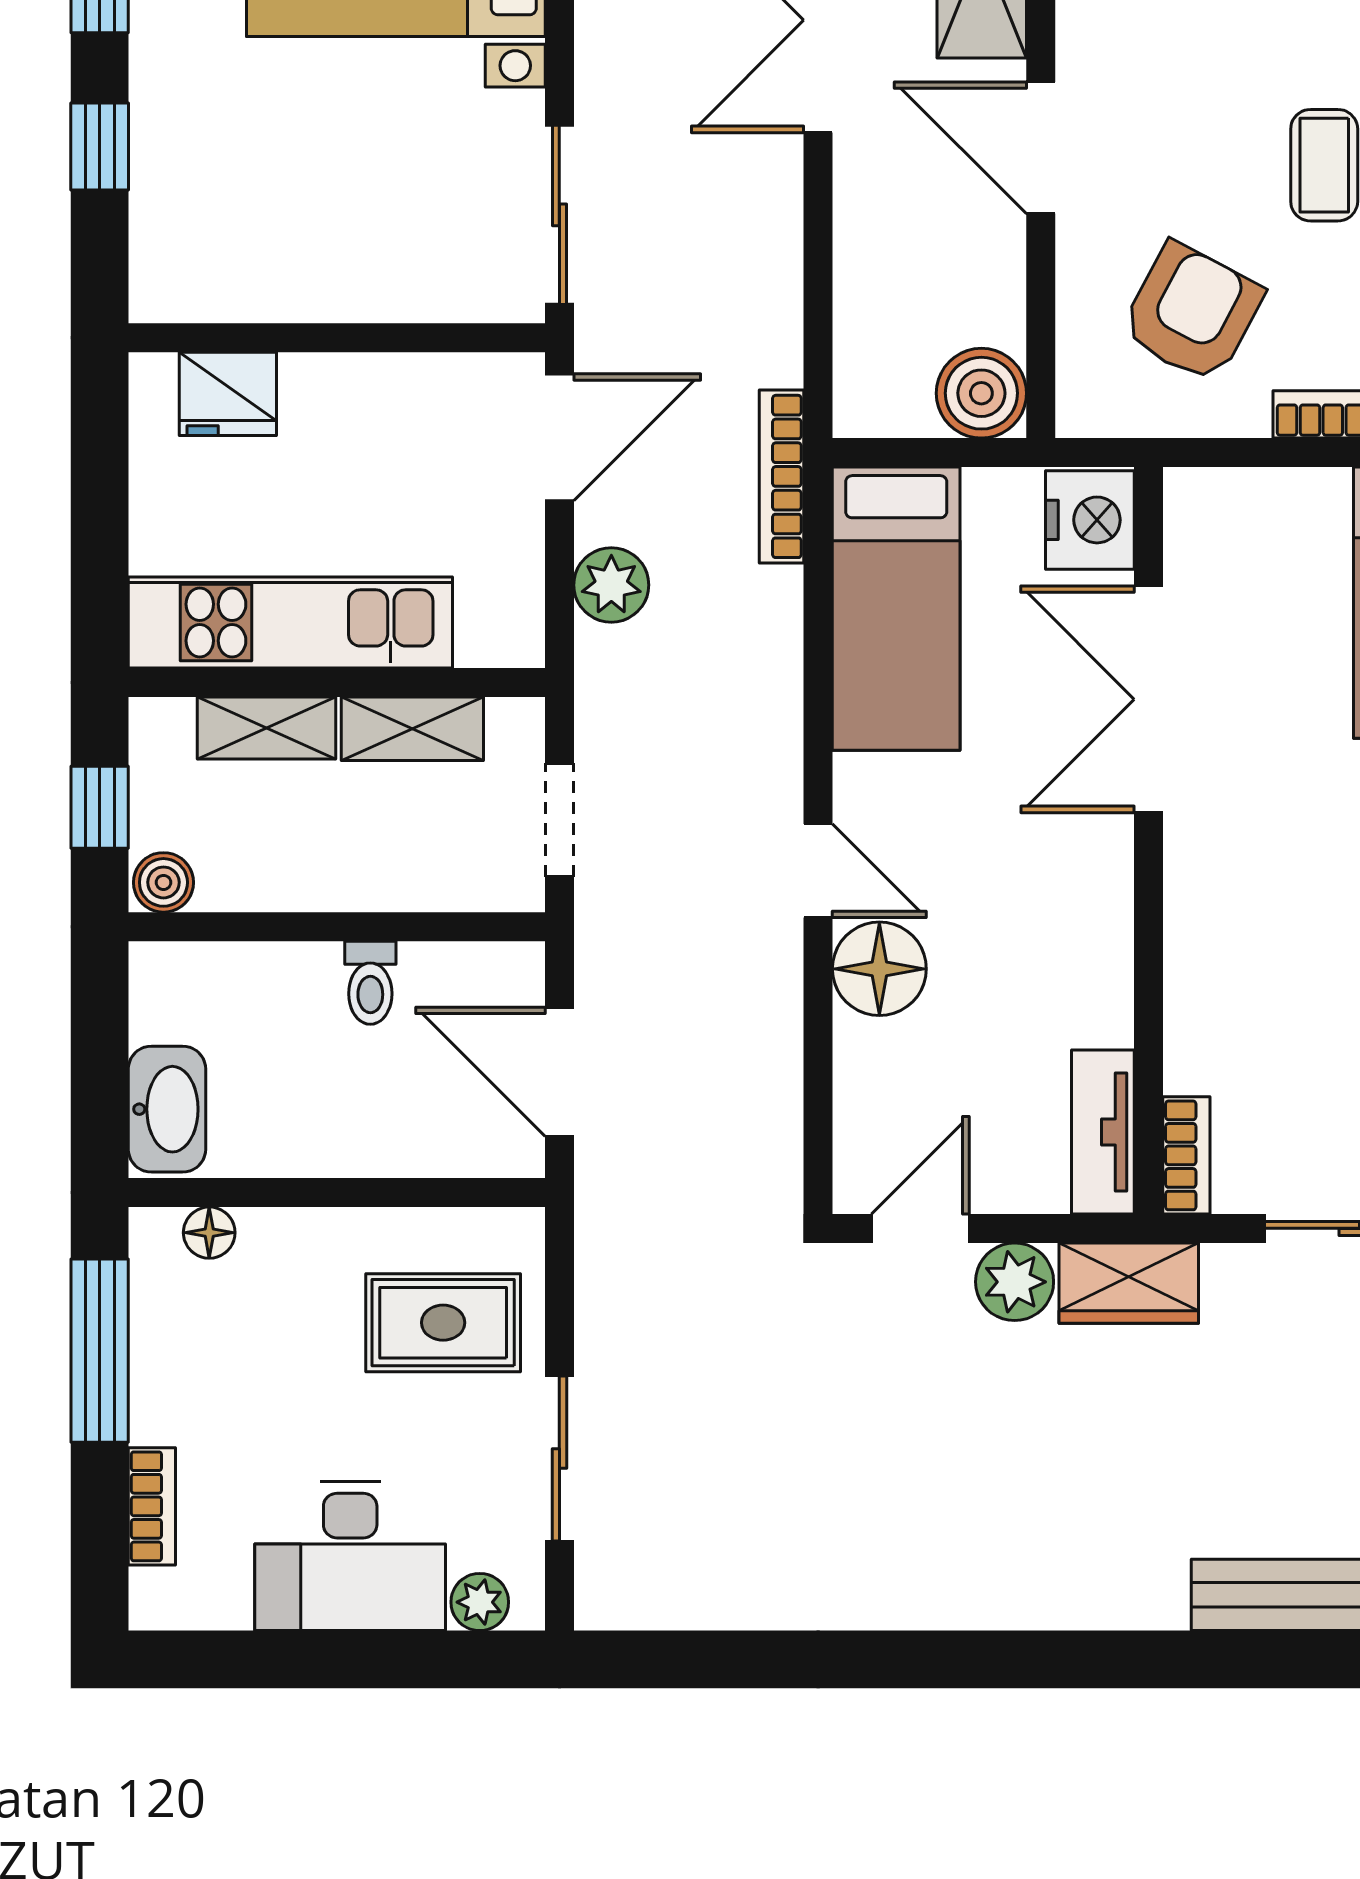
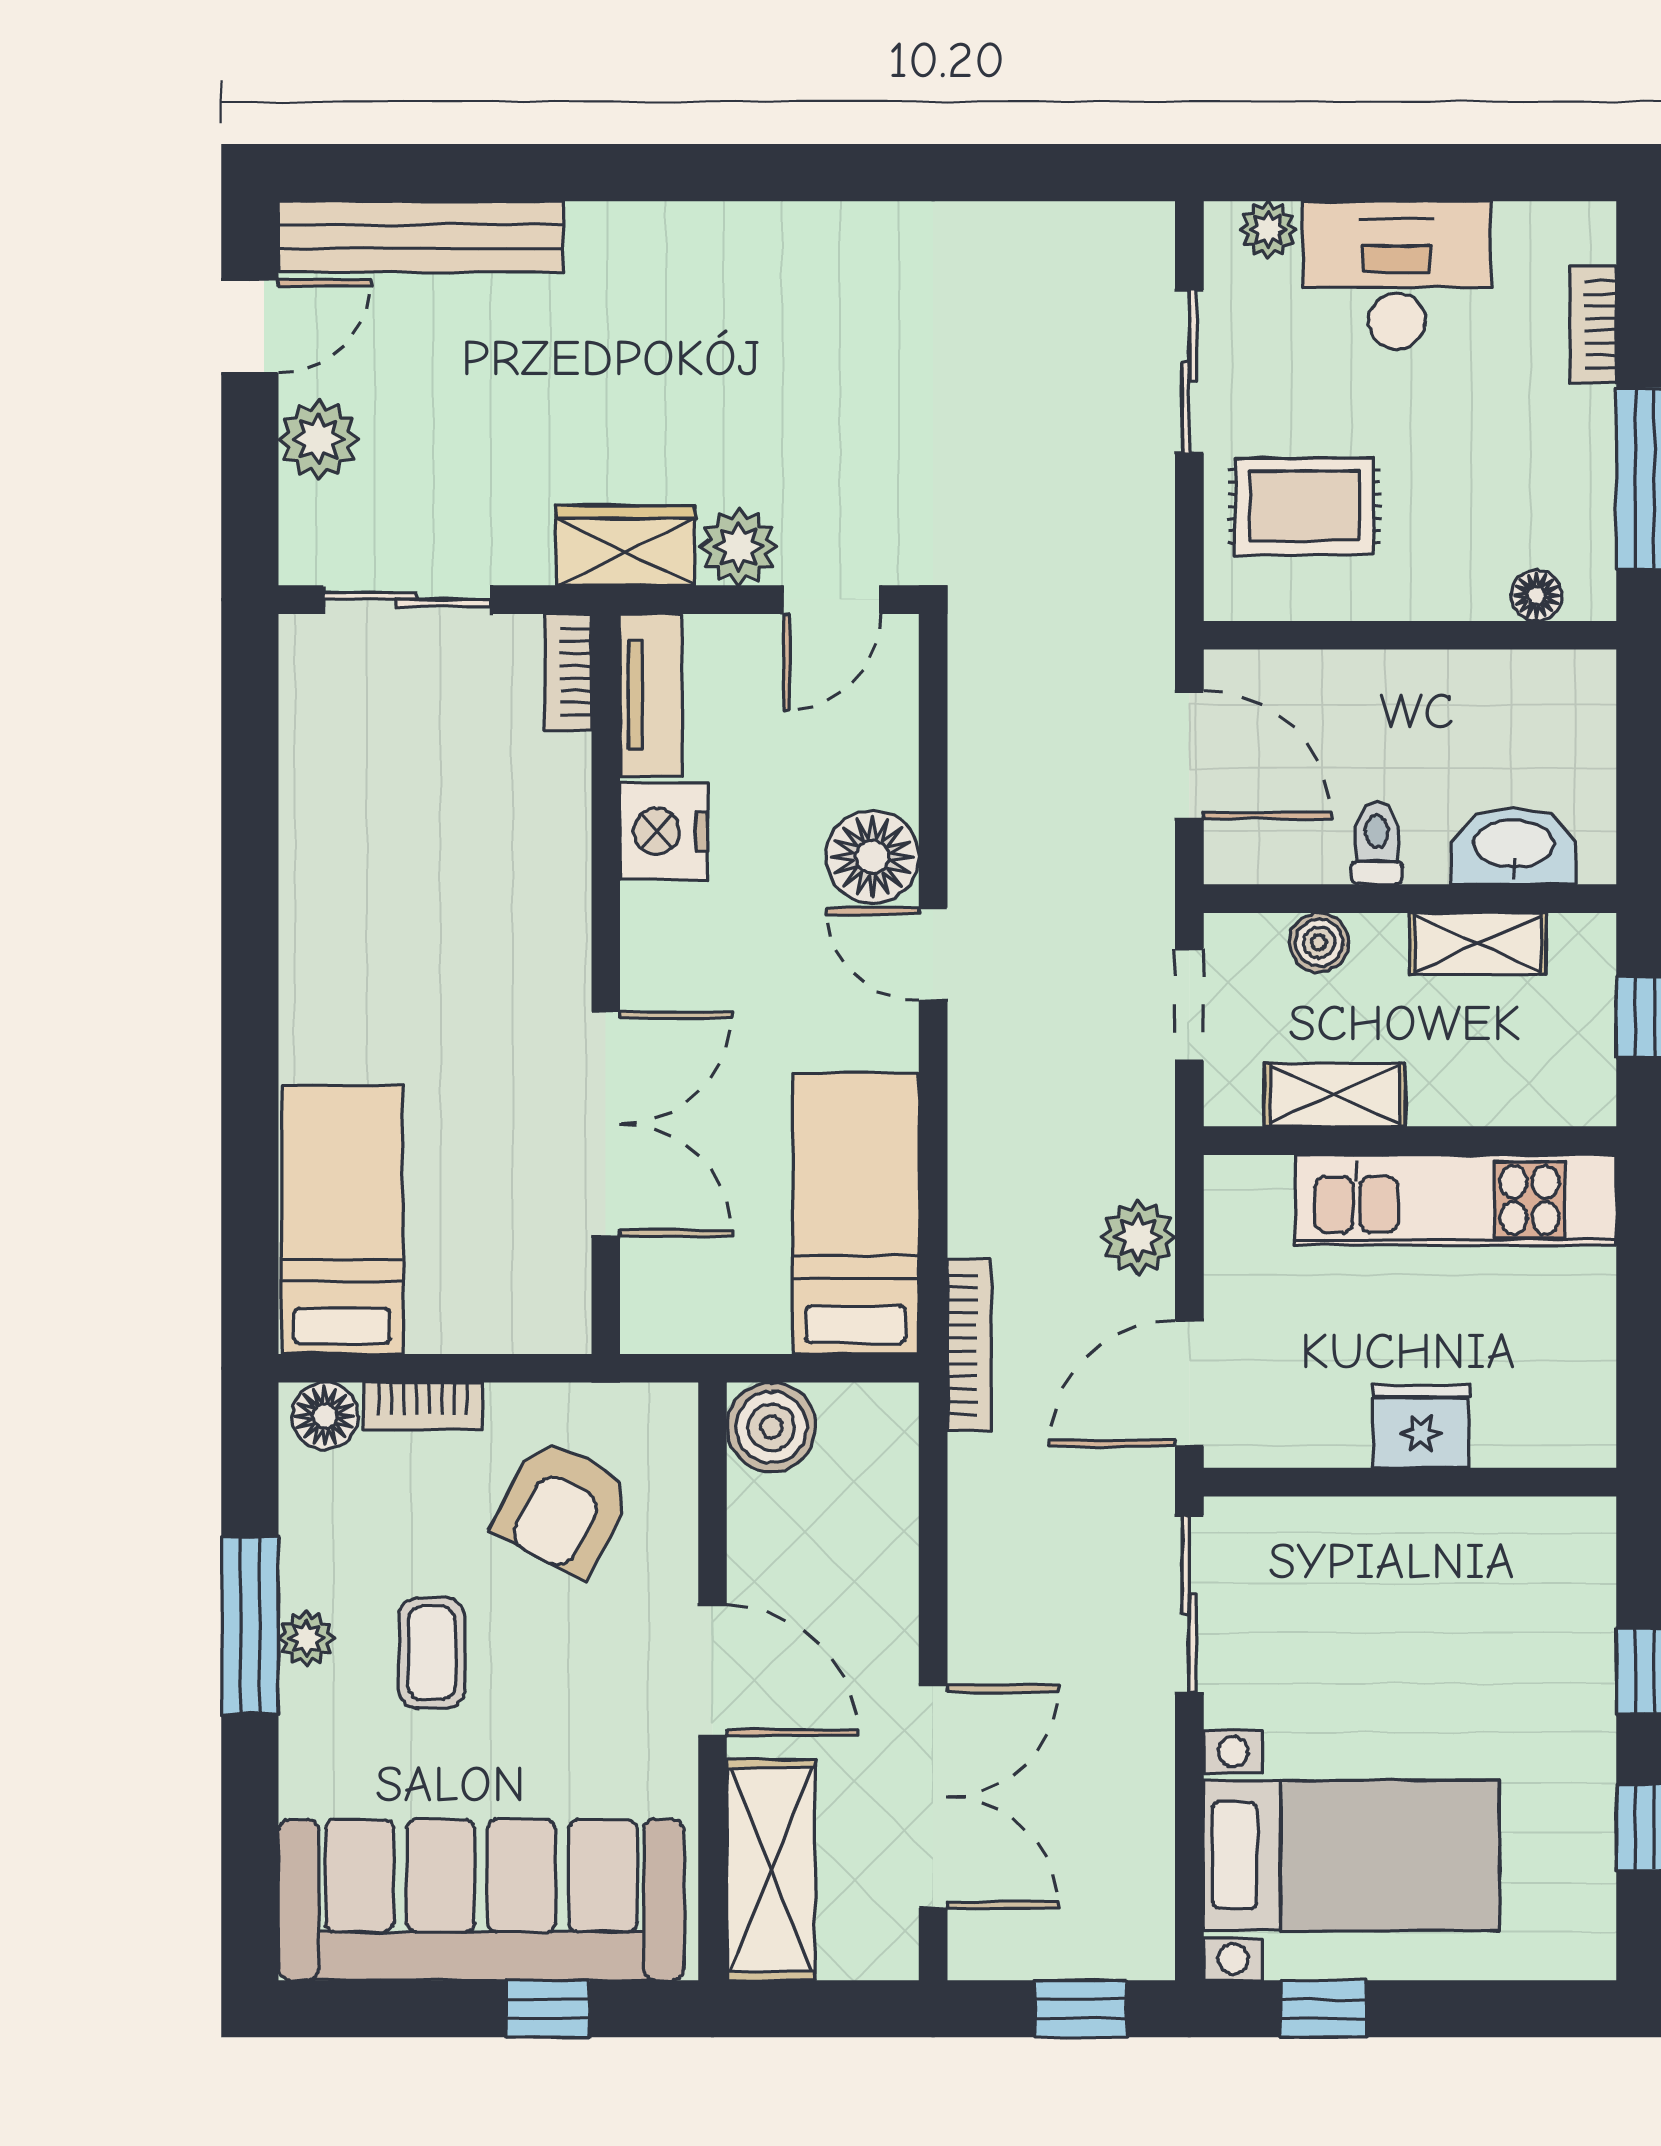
fridge: (228, 394) -> (1421, 1426), moved
nightstand: (1090, 520) -> (664, 831), moved
shelving: (267, 728) -> (1478, 944), moved
boiler: (163, 882) -> (1319, 942), moved
washbasin: (167, 1109) -> (1514, 846), moved, turned 90

